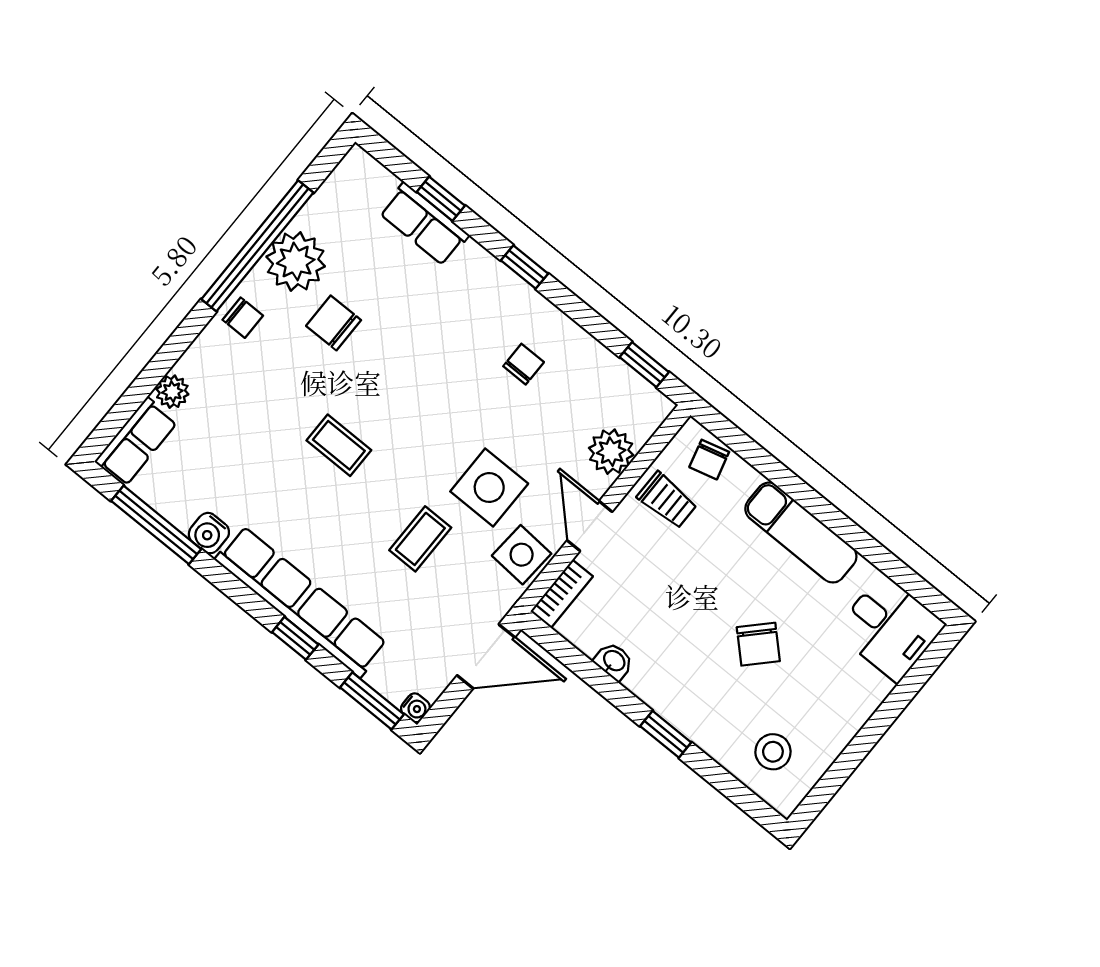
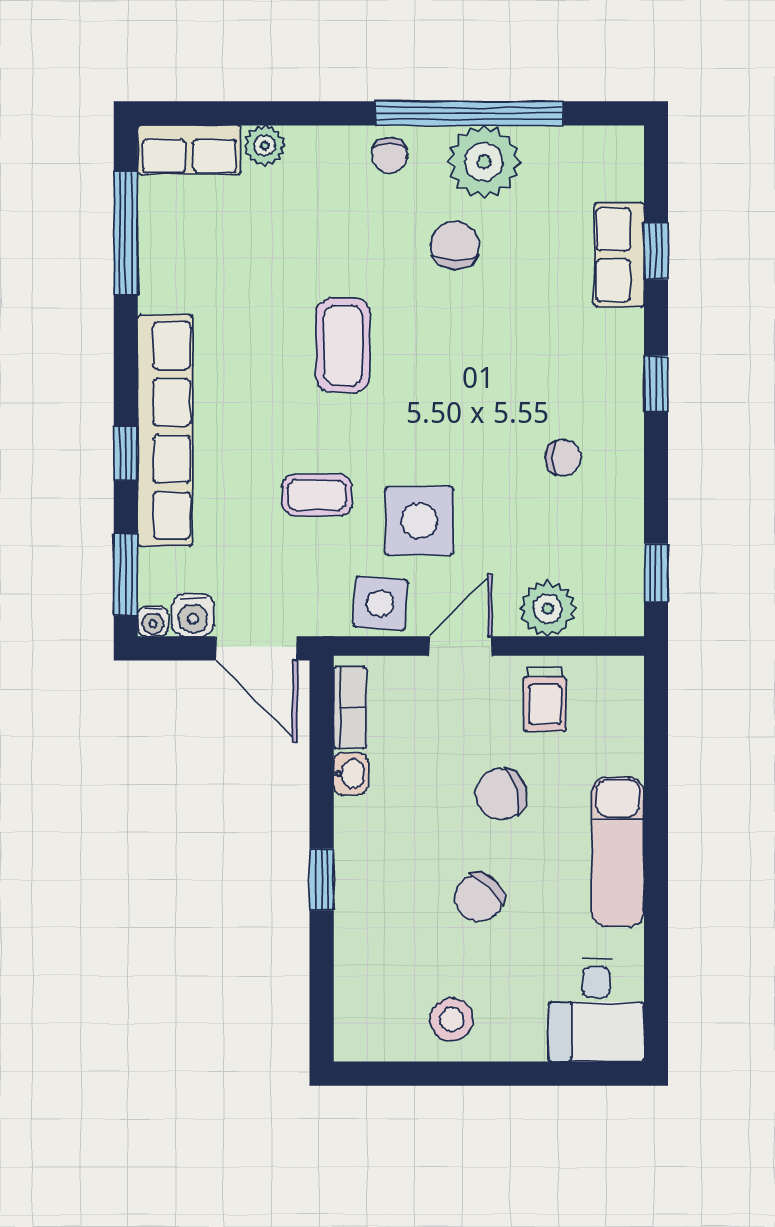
coffee table: (339, 445) -> (343, 345), width x1.36, depth x1.30
chair: (709, 460) -> (501, 794), moved, width x1.37, depth x1.37
water cooler: (209, 533) -> (193, 615), moved, turned -90
bookcase: (562, 594) -> (350, 708), moved, turned -90
stool: (773, 752) -> (451, 1020), moved

